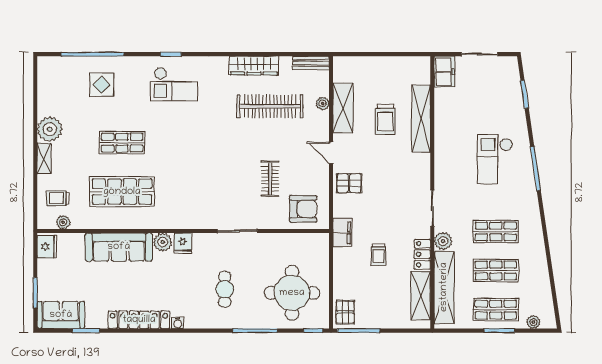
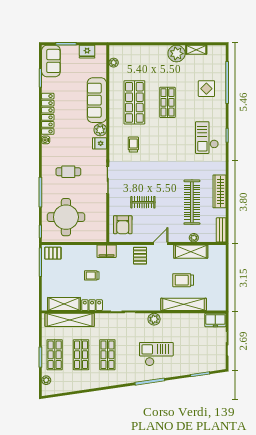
shelving: (44, 158) -> (196, 50), moved
trolley: (58, 198) -> (133, 144), moved
plant: (443, 241) -> (154, 319), moved
fridge: (47, 247) -> (87, 52), moved

